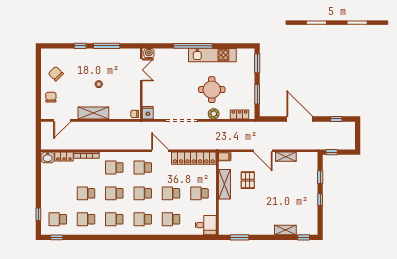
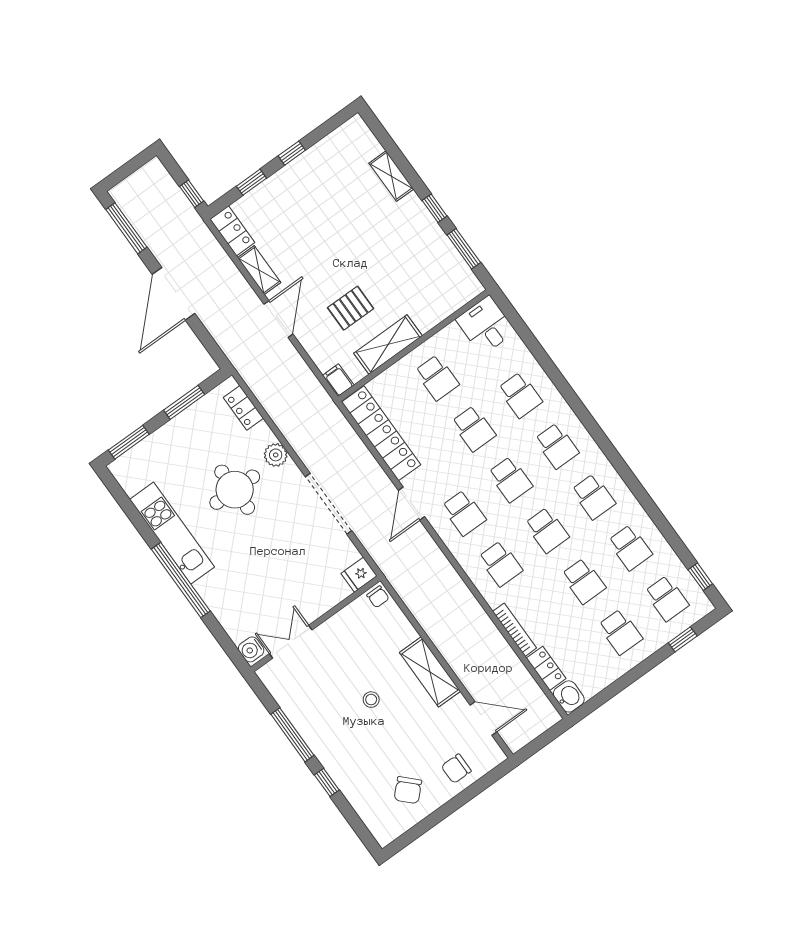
window: (336, 119) -> (126, 228), width x2.17
locker: (307, 157) -> (232, 231), added
school desk: (58, 193) -> (620, 632), added
window: (304, 237) -> (435, 208), moved

